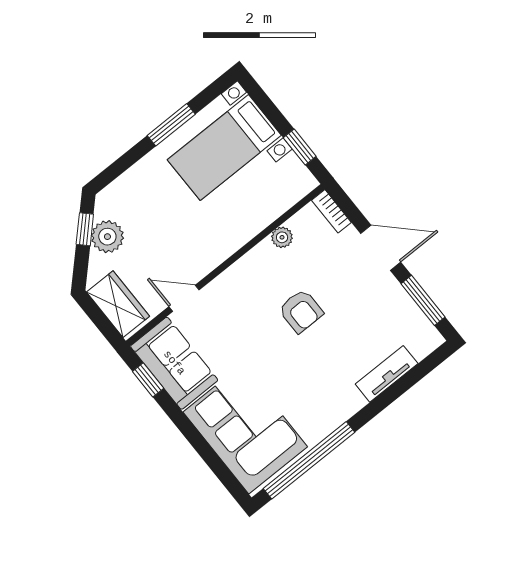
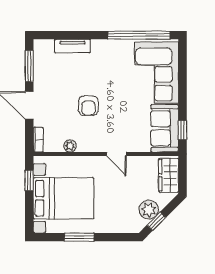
bed with nightstands: (224, 147) -> (63, 198), width x1.36
door: (184, 298) -> (116, 154), moved
armchair: (301, 311) -> (88, 106), turned 180

